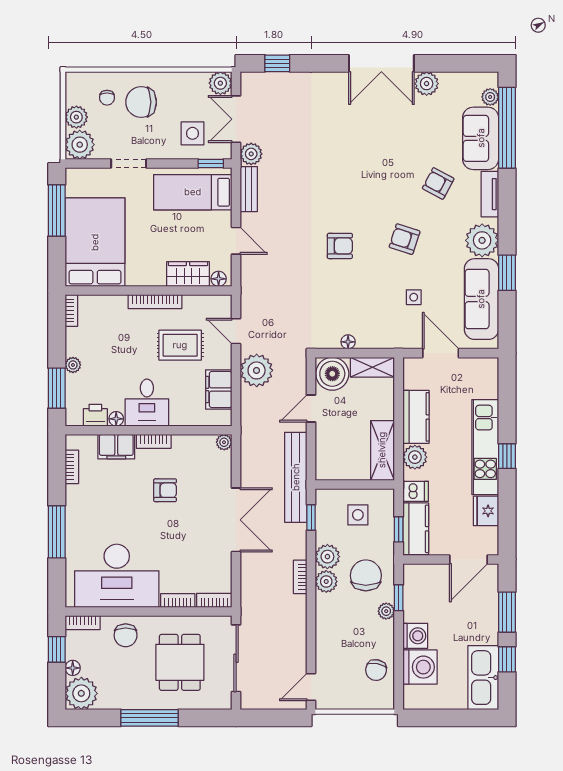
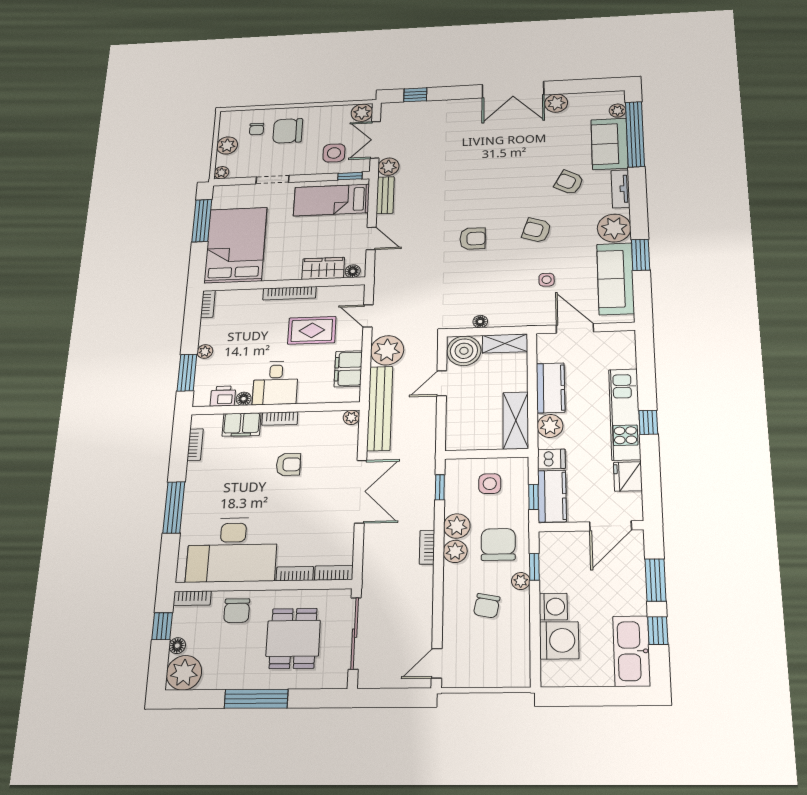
plant: (80, 145) -> (221, 173), width x0.53, depth x0.53
bench: (296, 477) -> (380, 408), moved
chair: (376, 670) -> (487, 606), moved

